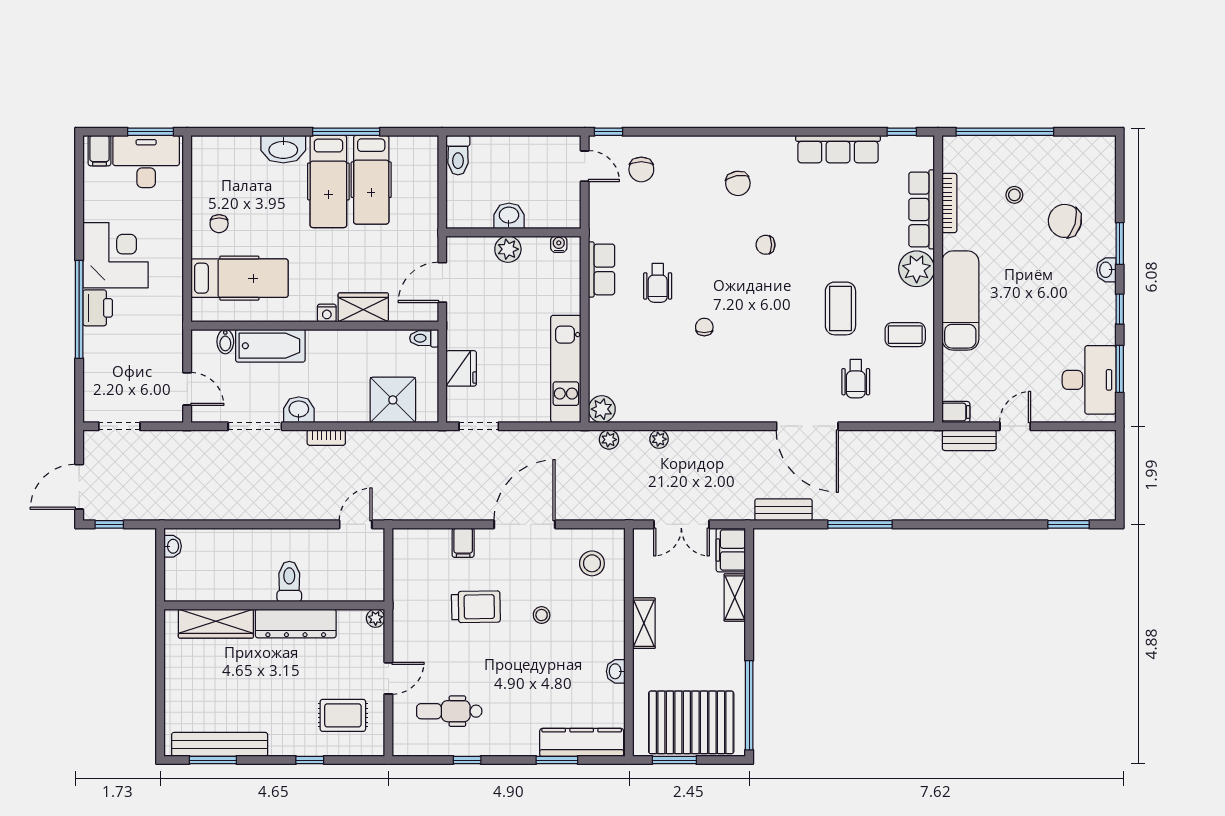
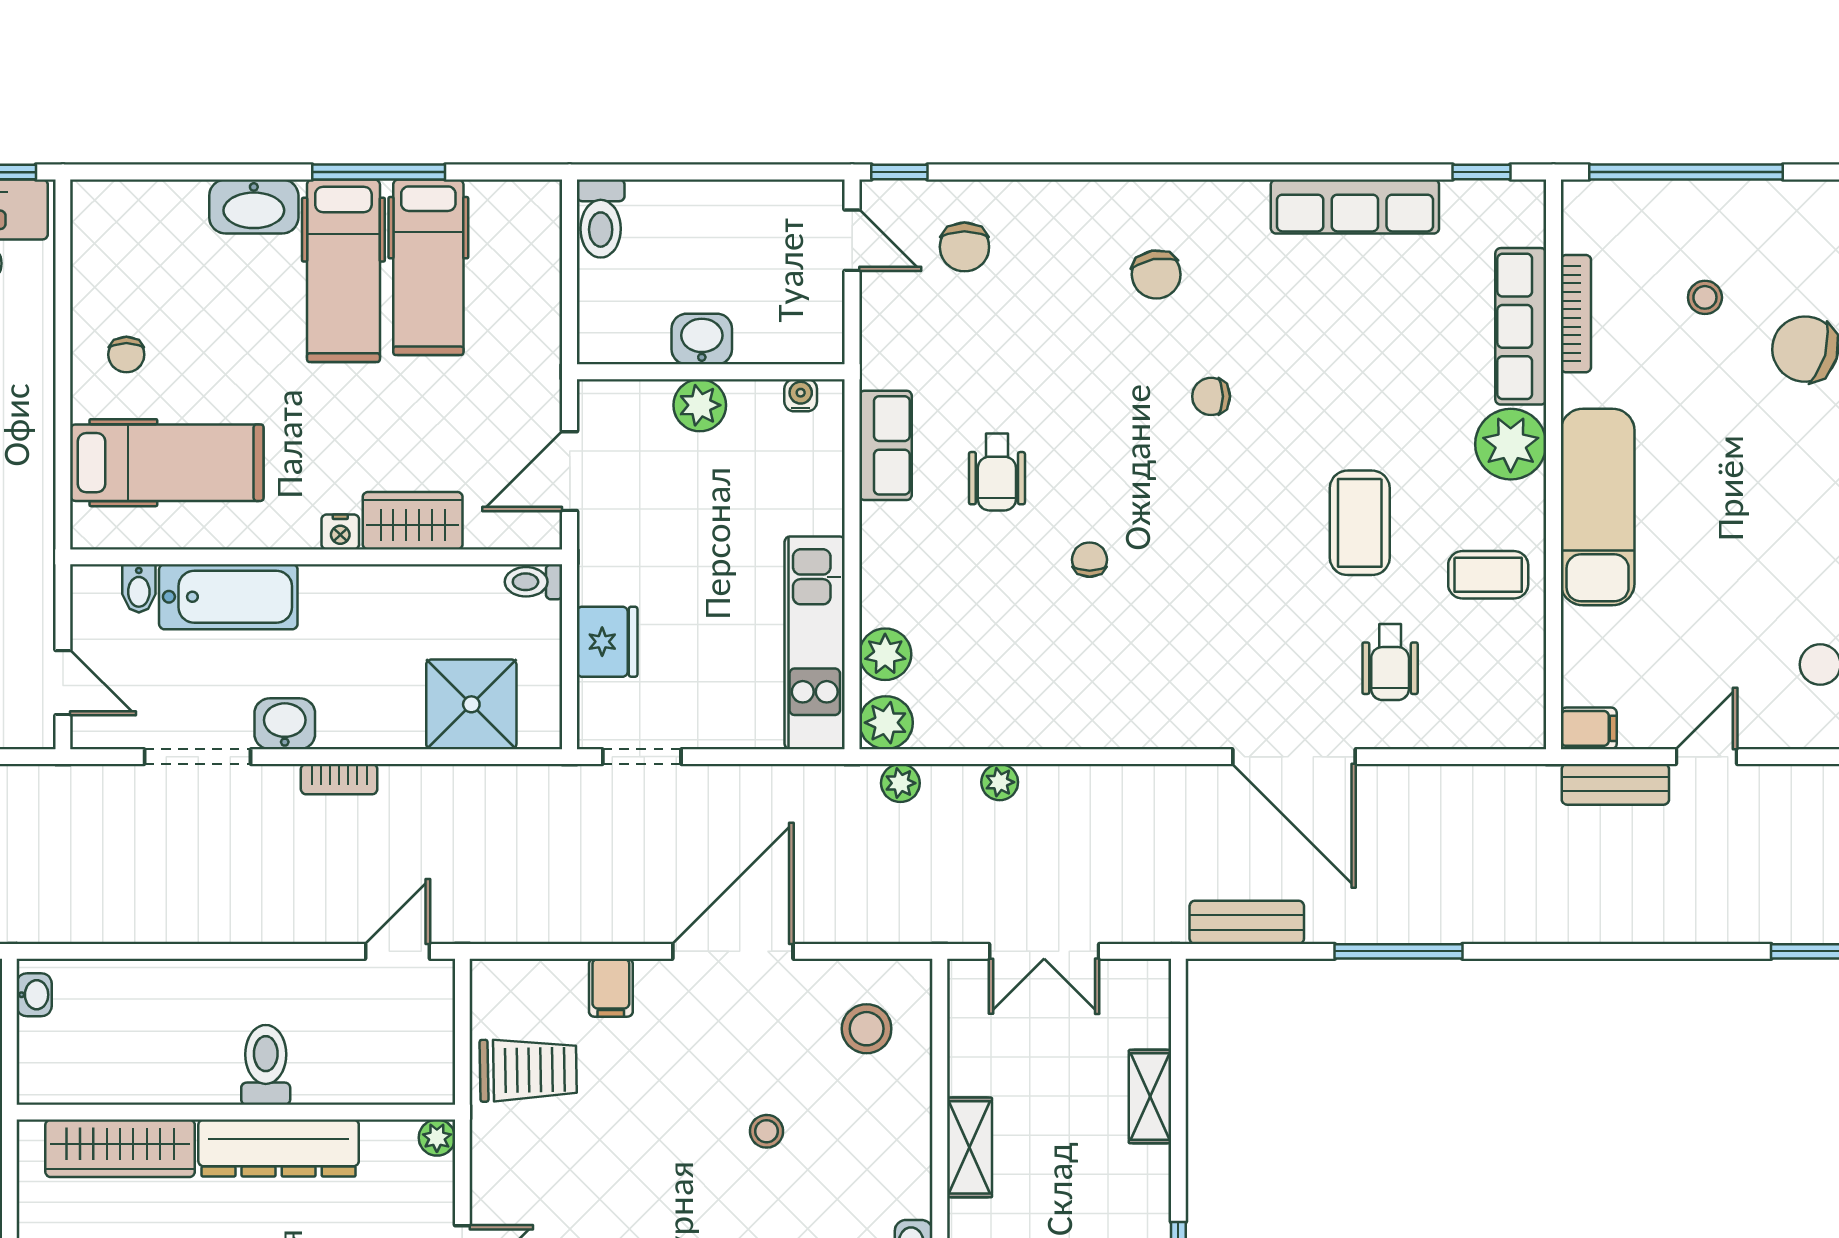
plant: (601, 375) -> (885, 654), added
filing cabinet: (731, 550) -> (1142, 1002), removed
trolley: (476, 607) -> (528, 1070), moved

